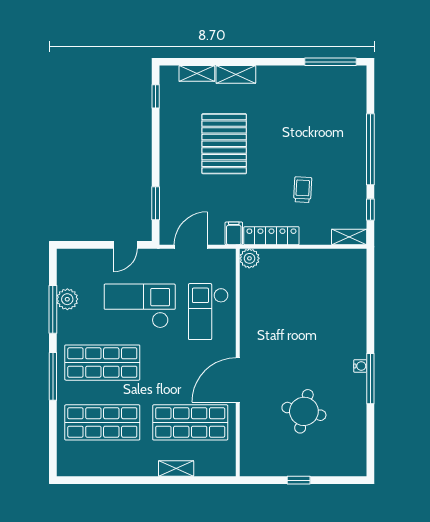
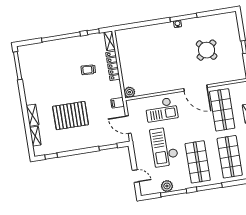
locker: (271, 236) -> (113, 66), moved
door: (125, 245) -> (136, 176), moved
round table: (304, 411) -> (207, 50), turned 37

